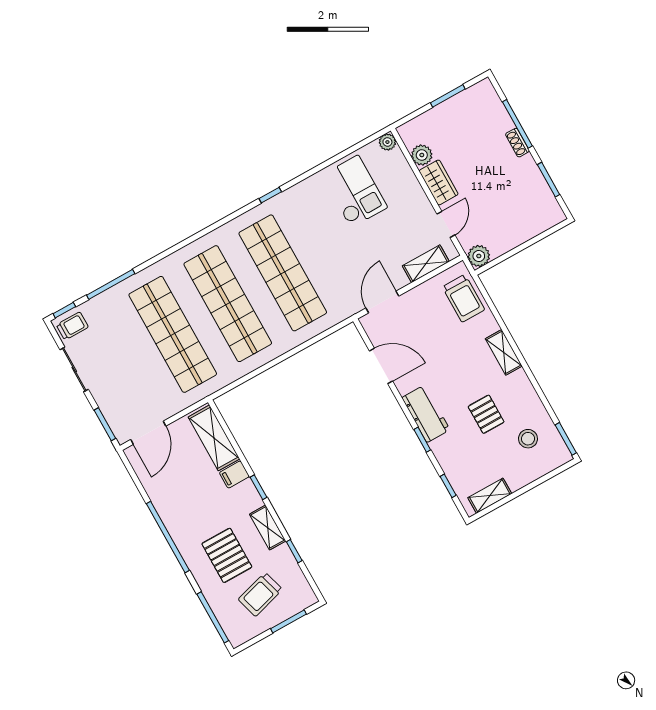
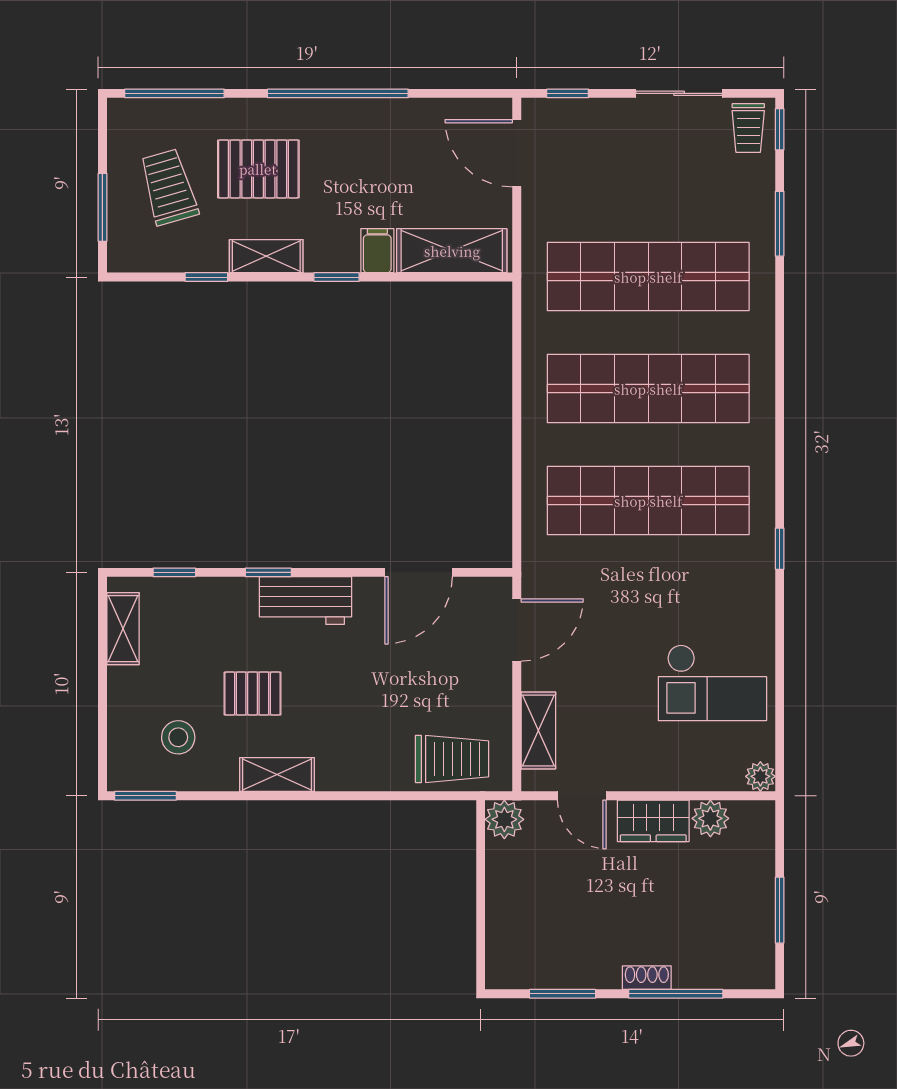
window: (111, 284) -> (780, 224), width x0.69
trolley: (463, 298) -> (452, 759), turned 180
door: (382, 302) -> (517, 630), hinge flipped
shelving: (504, 352) -> (277, 775), moved
window: (105, 424) -> (568, 93), width x0.67

